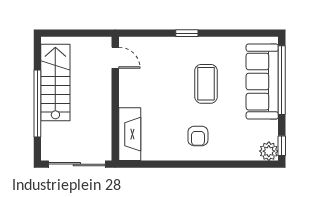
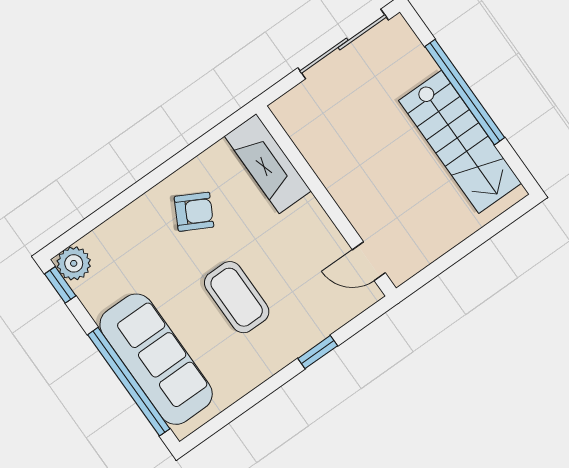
door: (115, 58) -> (369, 261), moved
wall: (115, 99) -> (326, 201), moved
fireplace: (130, 134) -> (268, 164), moved
armchair: (198, 136) -> (194, 212), turned 118

